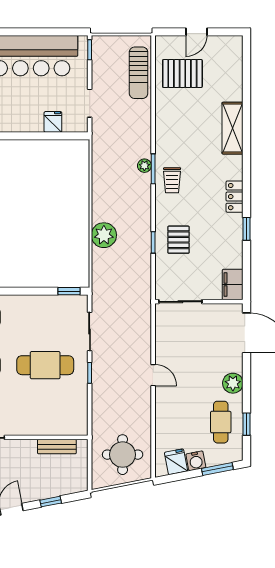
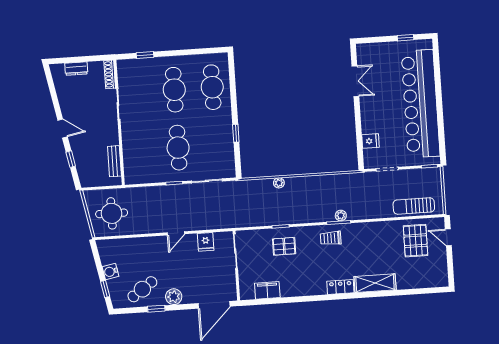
door: (196, 32) -> (448, 237), moved
locker: (235, 197) -> (340, 287), moved
window: (247, 229) -> (296, 299), removed
plant: (104, 235) -> (279, 183), width x0.53, depth x0.53
filing cabinet: (233, 284) -> (267, 290), moved
window: (69, 291) -> (236, 133), moved
cafe table: (221, 422) -> (142, 289), turned -35
window: (247, 424) -> (156, 309), moved
fridge: (176, 462) -> (206, 242), moved, turned 101
window: (217, 469) -> (105, 289), width x0.67

